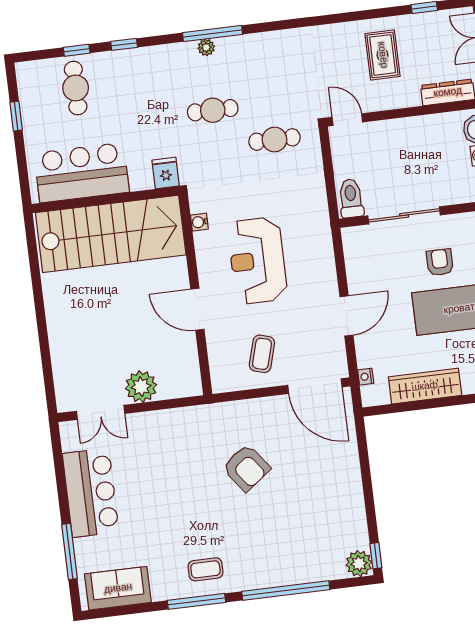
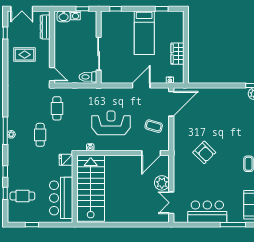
door: (347, 120) -> (52, 74), swing flipped
reception desk: (257, 261) -> (111, 123), turned 180
armchair: (440, 262) -> (122, 40), removed
door: (197, 309) -> (151, 153), moved
door: (346, 316) -> (141, 86), hinge flipped
wardrobe: (425, 386) -> (177, 54), width x0.67
double door: (101, 412) -> (171, 203), swing flipped
armchair: (246, 468) -> (204, 152), moved, turned 82

